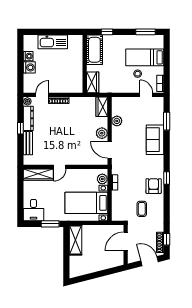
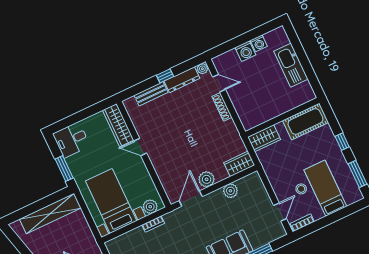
window: (107, 32) -> (342, 142), moved
shelving: (76, 240) -> (50, 214), width x1.47

